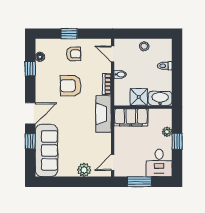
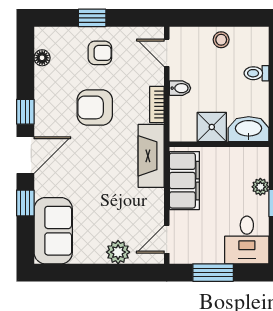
window: (30, 69) -> (25, 112), moved
filing cabinet: (131, 117) -> (184, 181), moved, turned -90
sofa: (46, 150) -> (53, 231), width x0.73

